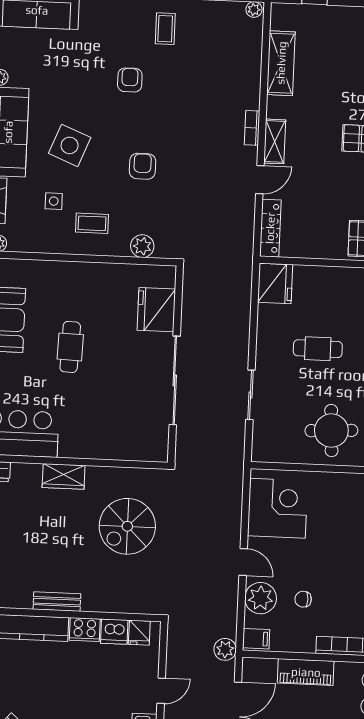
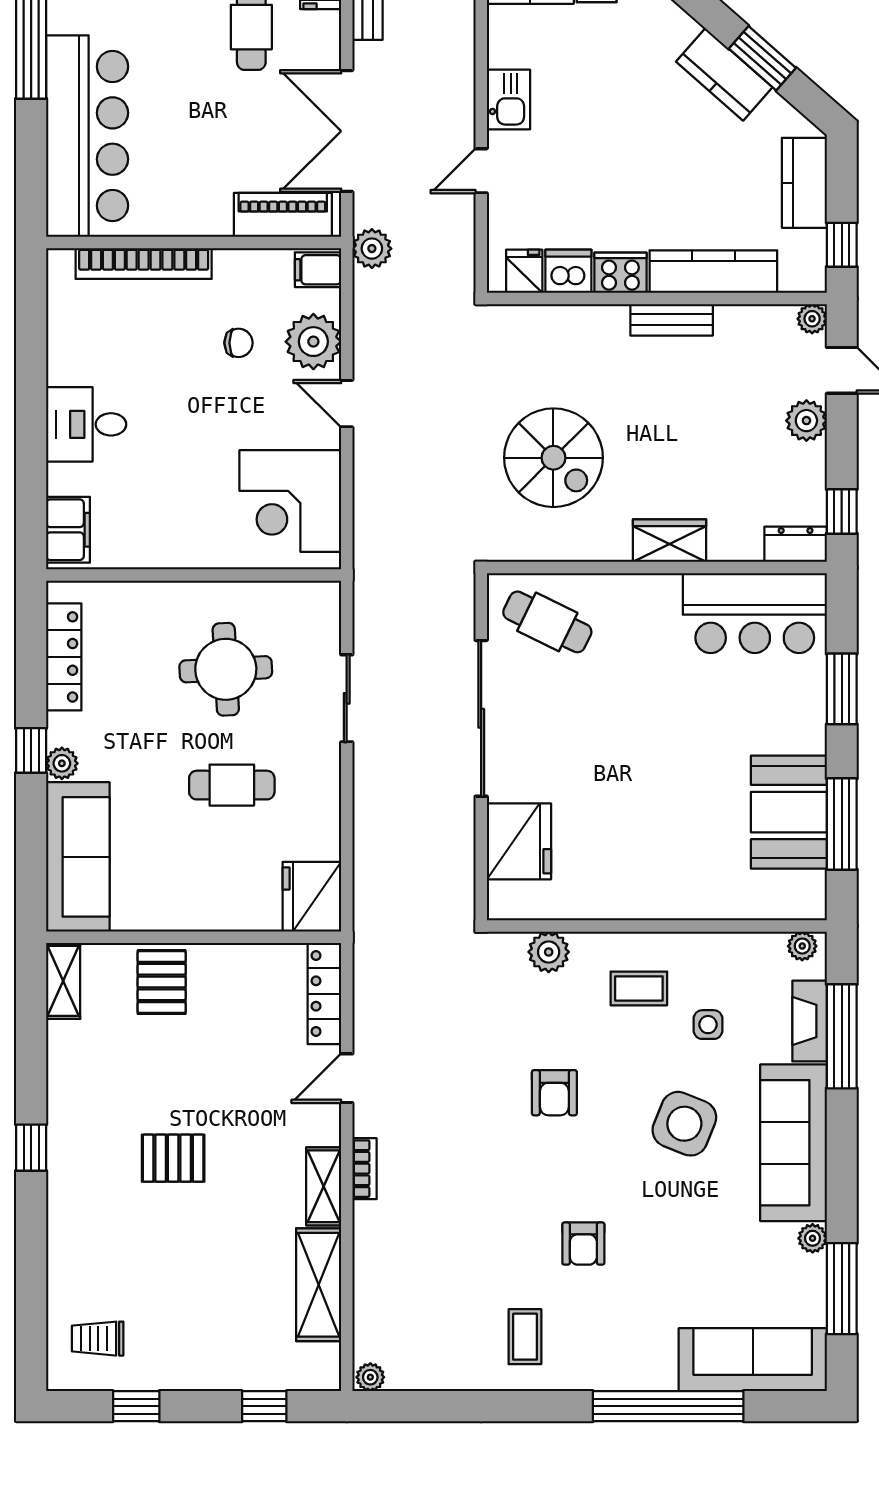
shelving: (275, 141) -> (324, 1186), moved
cafe table: (70, 347) -> (547, 622), moved, turned -66
round table: (331, 431) -> (226, 669), moved
spiral stairs: (127, 526) -> (553, 458), turned 90
piano: (306, 672) -> (283, 215), moved

